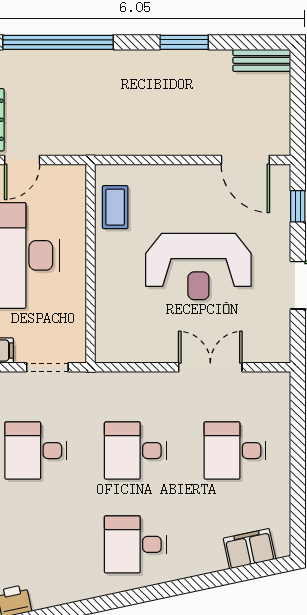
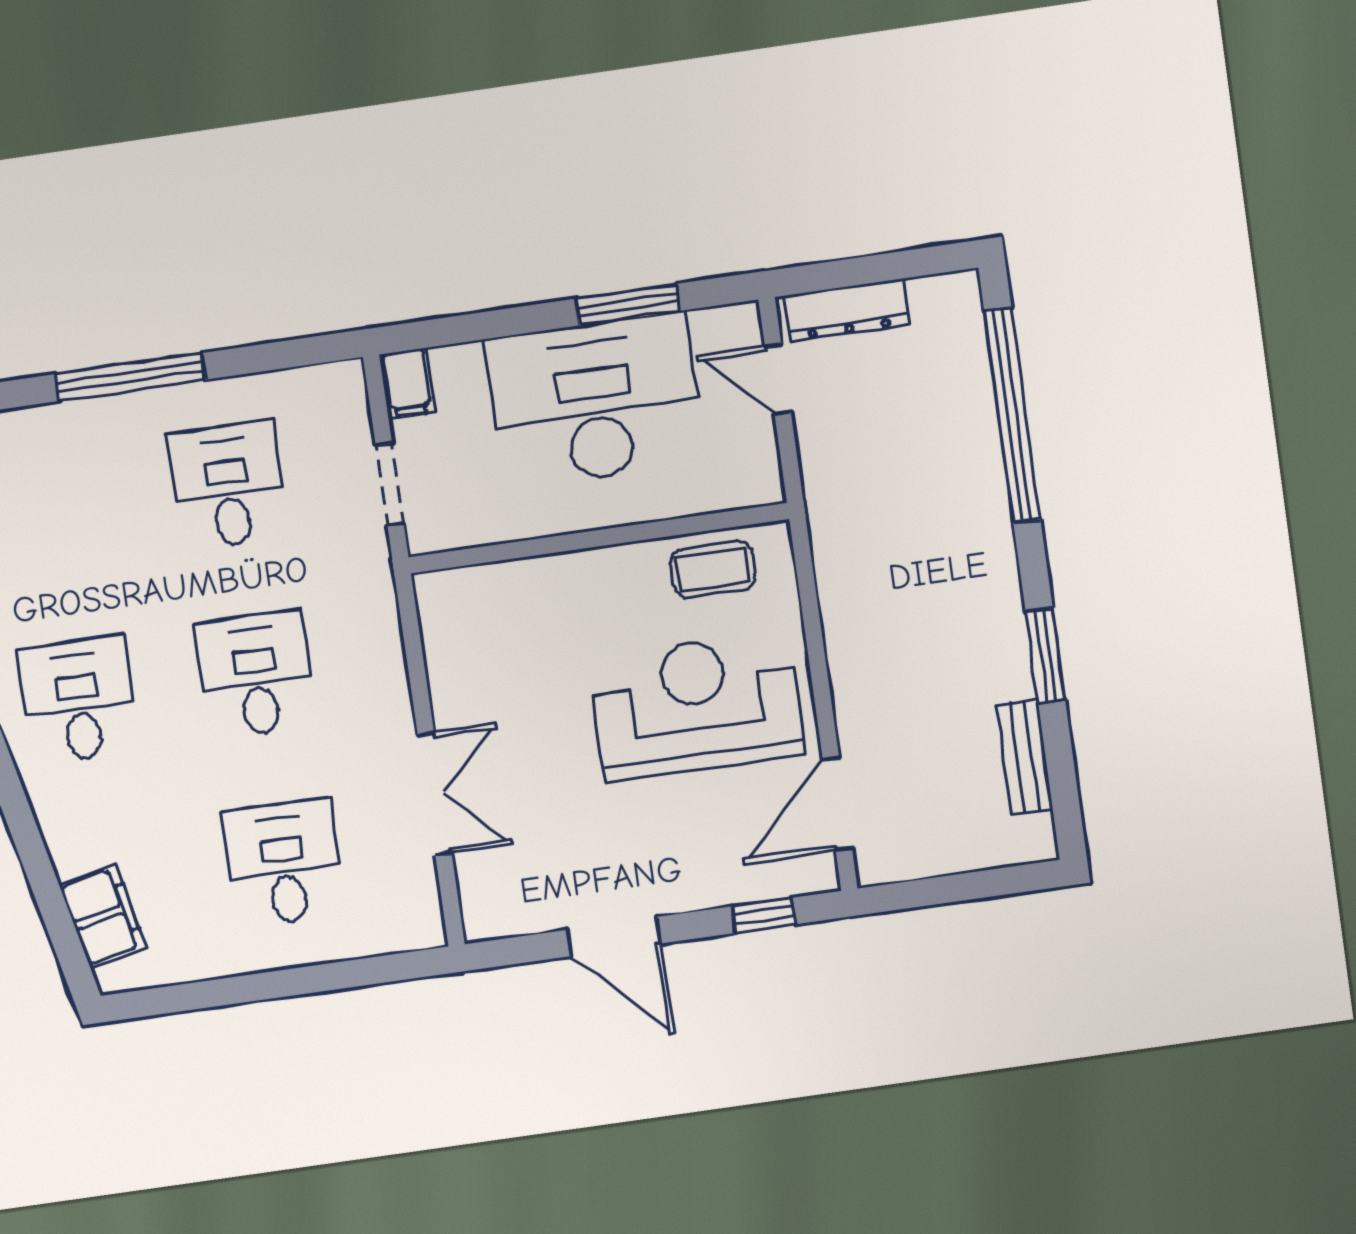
bench: (262, 60) -> (1024, 757), moved
reception desk: (198, 267) -> (697, 706), moved, turned 90

